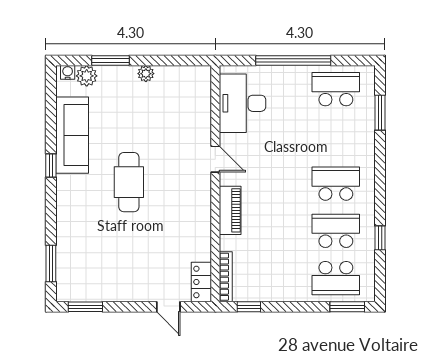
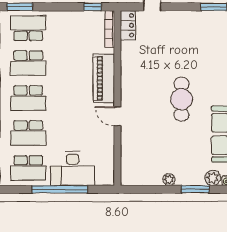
desk: (242, 103) -> (73, 169), moved, turned 90
school desk: (336, 136) -> (28, 133), added
piano: (230, 210) -> (104, 78), width x1.37, depth x1.33

